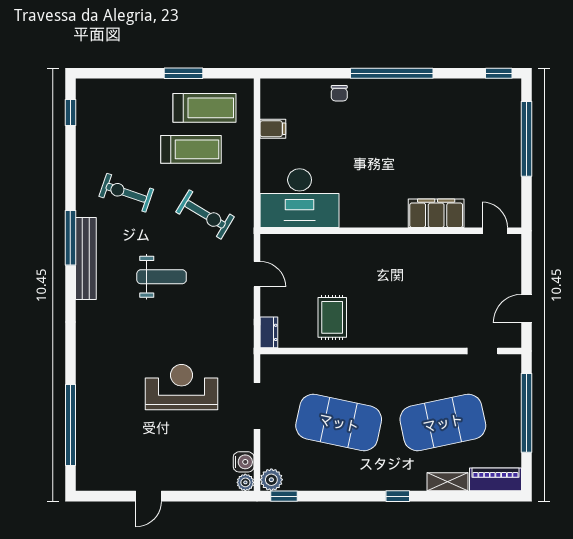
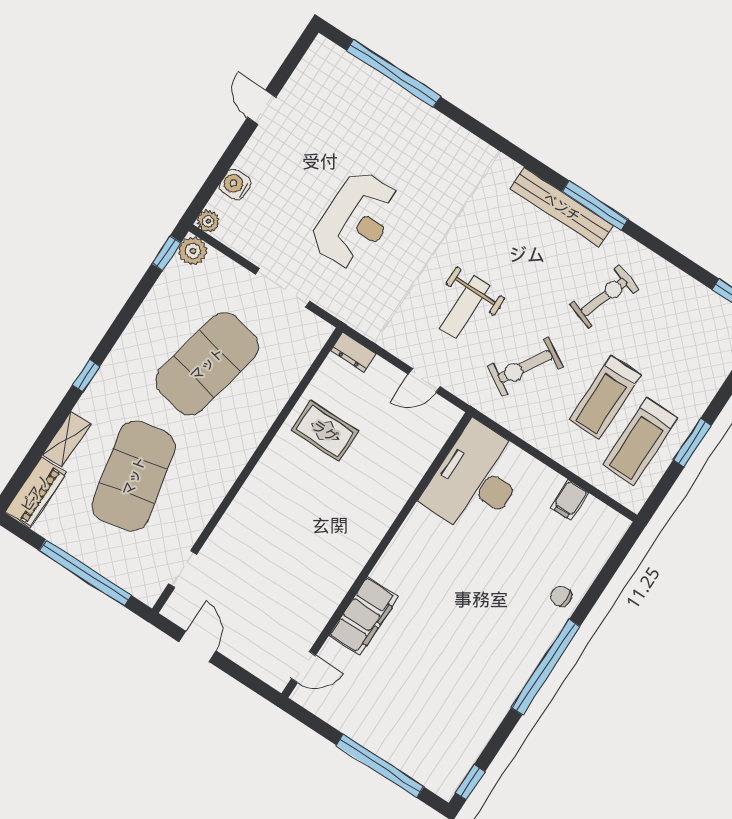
weight bench: (162, 277) -> (465, 307), moved
water cooler: (244, 462) -> (235, 184), moved, turned 90

